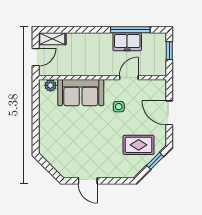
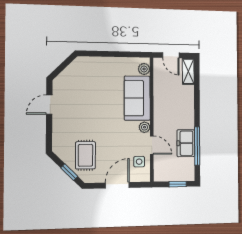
plant: (111, 85) -> (144, 127), added
side table: (119, 107) -> (139, 162), moved

